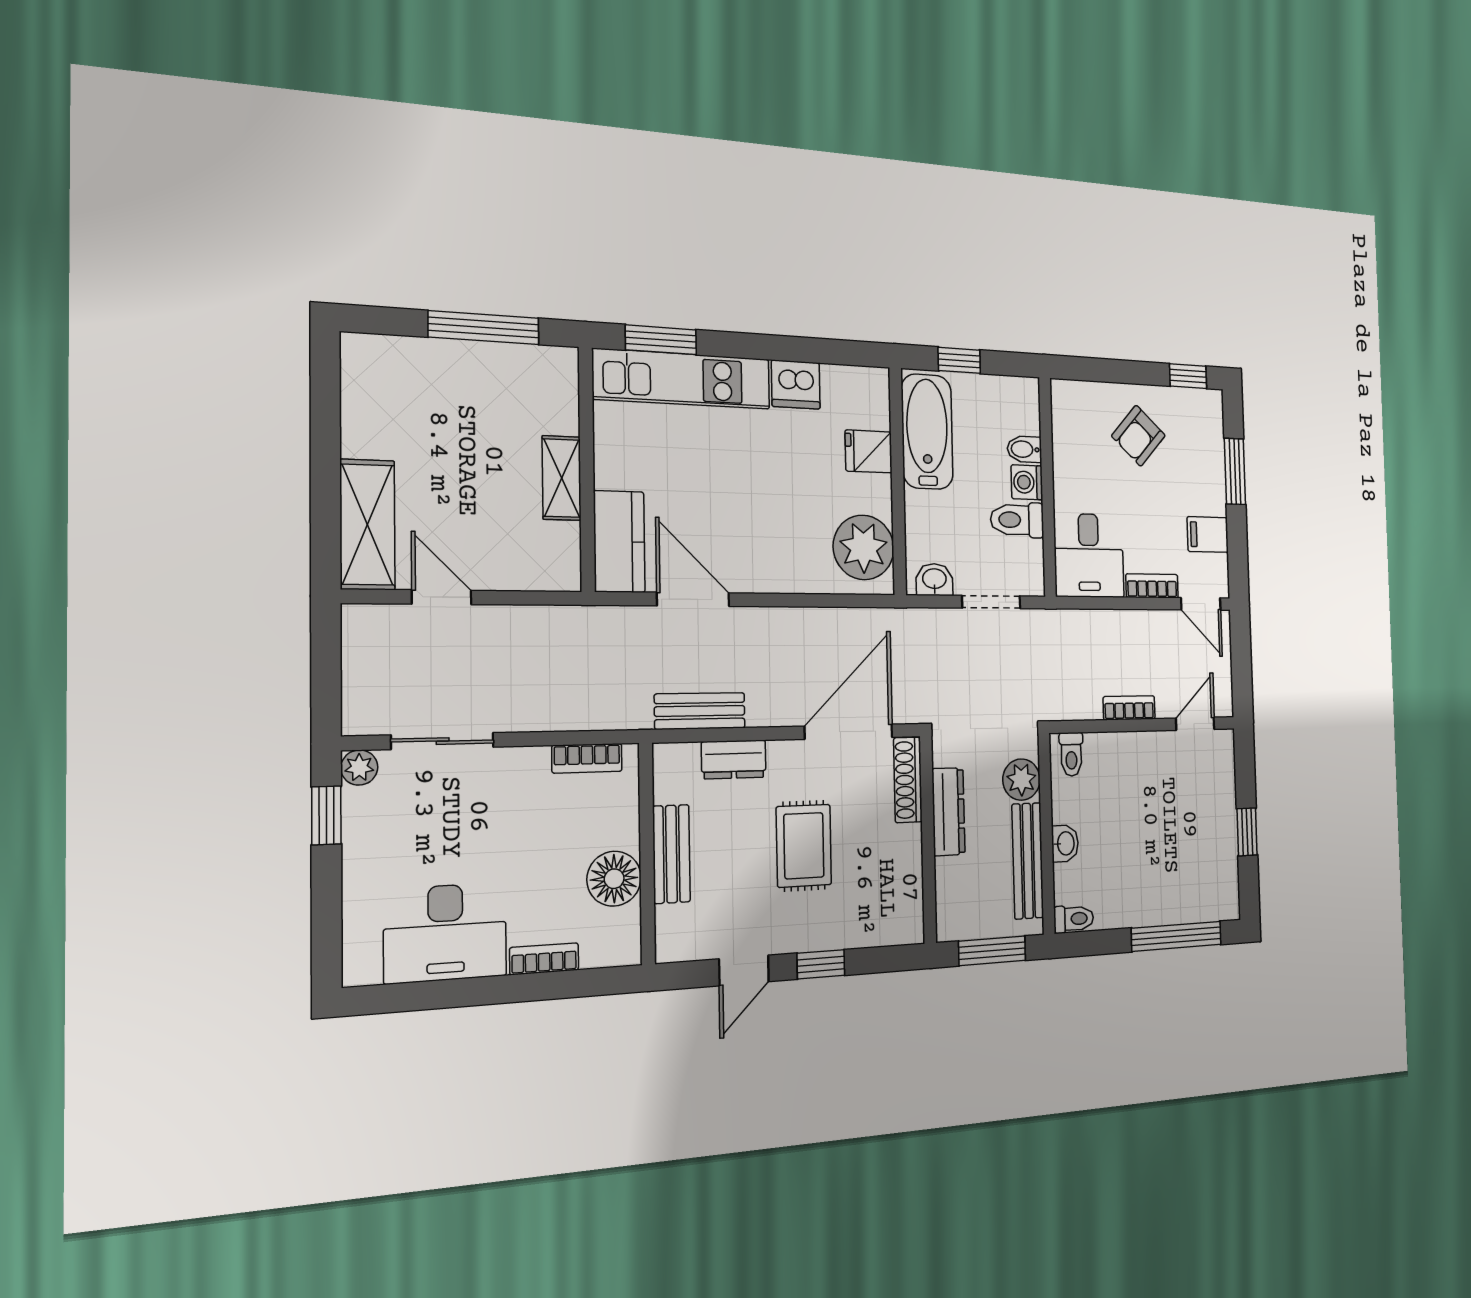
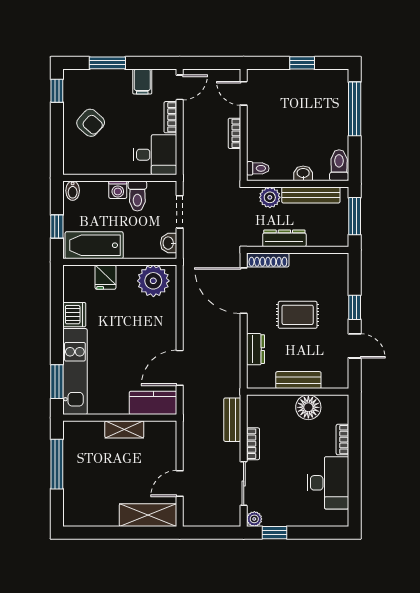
bidet: (1024, 449) -> (73, 191), moved
bench: (700, 711) -> (232, 420), moved
bookcase: (587, 758) -> (253, 444), moved
toilet: (1074, 919) -> (339, 165), width x1.37, depth x1.39

